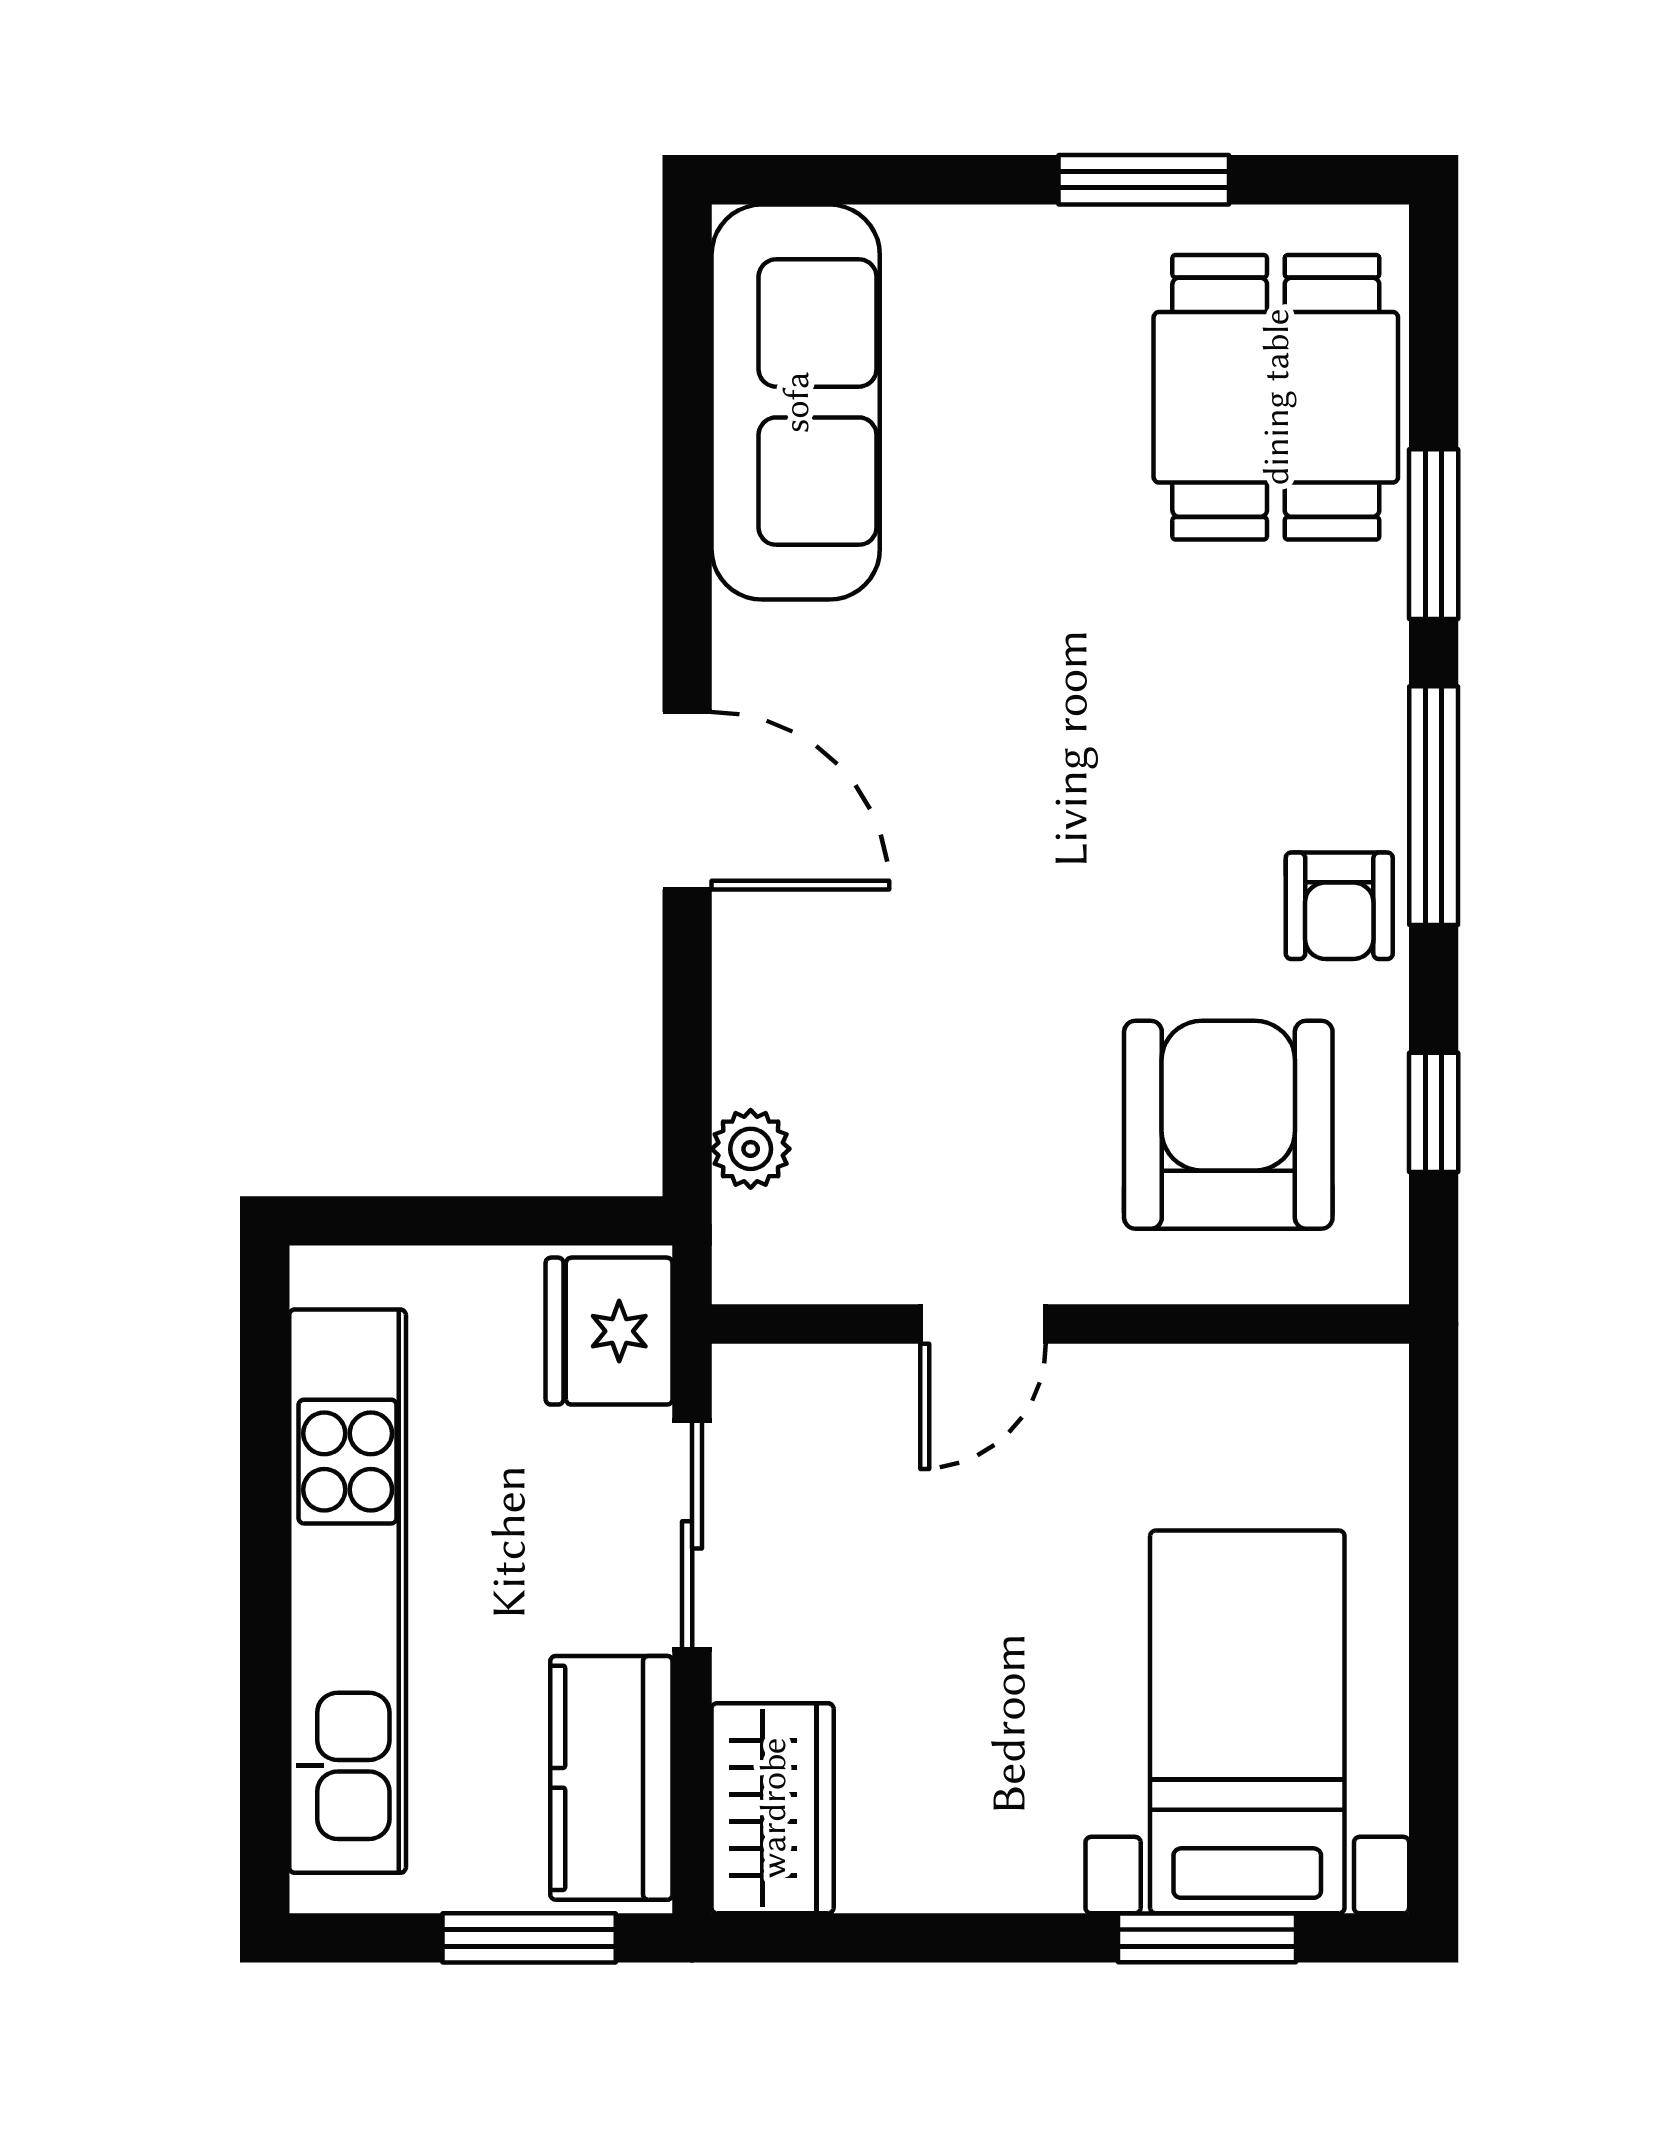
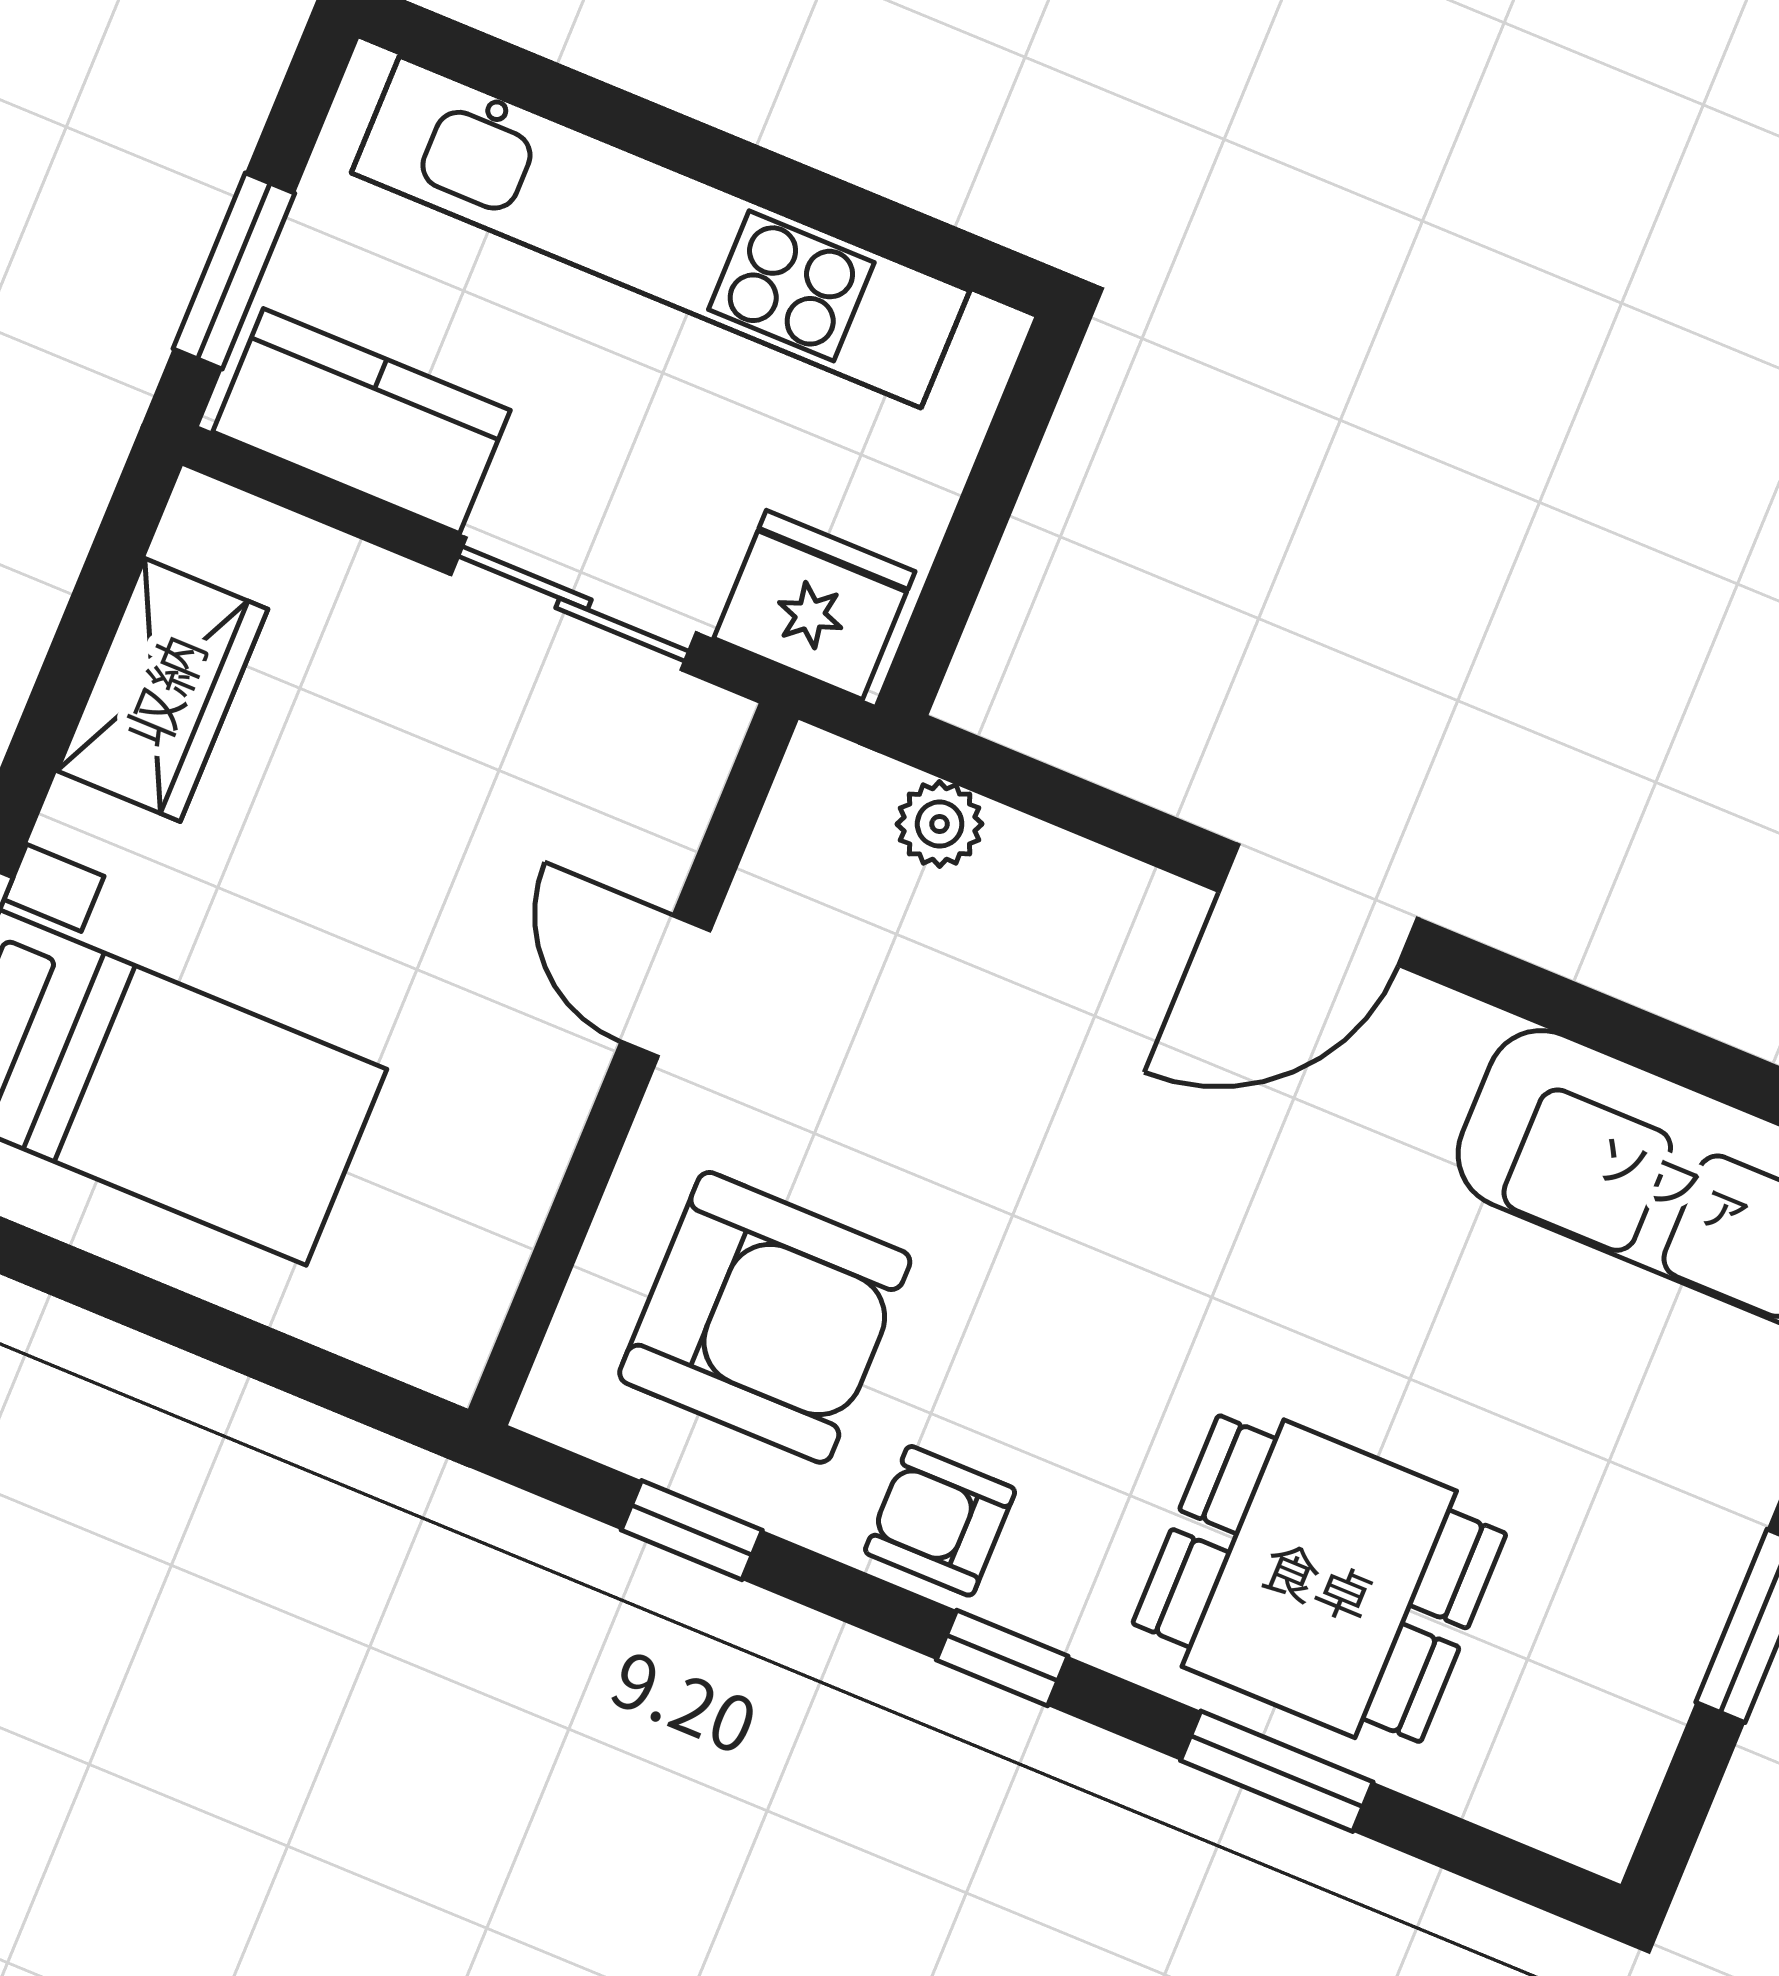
dining table: (1276, 397) -> (1319, 1579), moved
window: (1434, 806) -> (1002, 1658), width x0.46
wardrobe: (773, 1808) -> (162, 690), moved, turned -90

